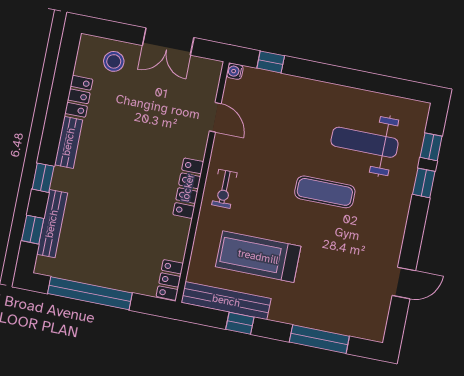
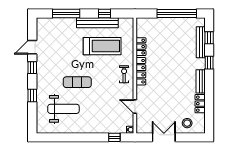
window: (431, 147) -> (32, 68), moved
locker: (170, 280) -> (141, 47), moved
bench: (226, 301) -> (97, 23), moved

